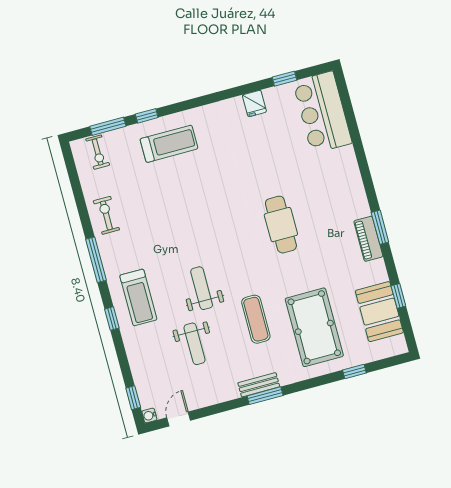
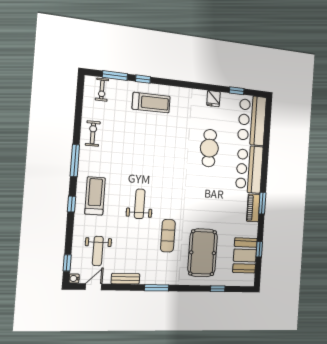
bar counter: (343, 185) -> (249, 169), added
cafe table: (281, 225) -> (209, 148), moved
treadmill: (138, 297) -> (95, 196), turned 180
weight bench: (195, 344) -> (98, 251), moved
bench: (259, 385) -> (125, 279), moved

